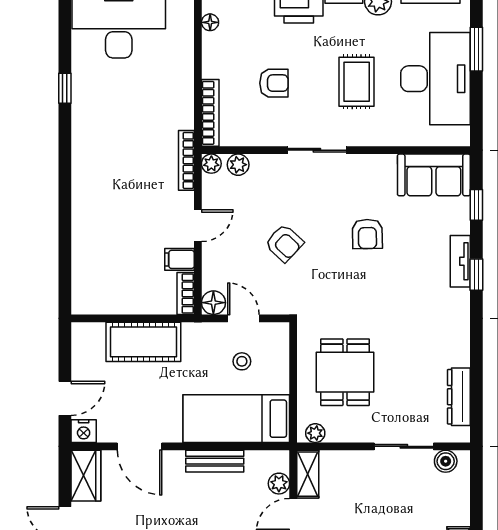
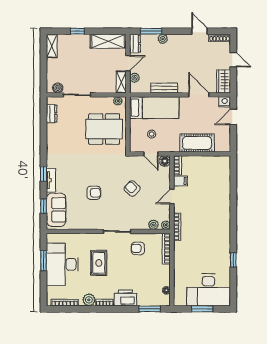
window: (476, 49) -> (44, 261), moved
armchair: (274, 83) -> (138, 248), moved
sofa: (434, 175) -> (56, 210), moved, turned 90
armchair: (367, 234) -> (94, 193), turned 91
dining table: (345, 372) -> (104, 129), width x1.37
dresser: (459, 397) -> (52, 114), width x0.70

